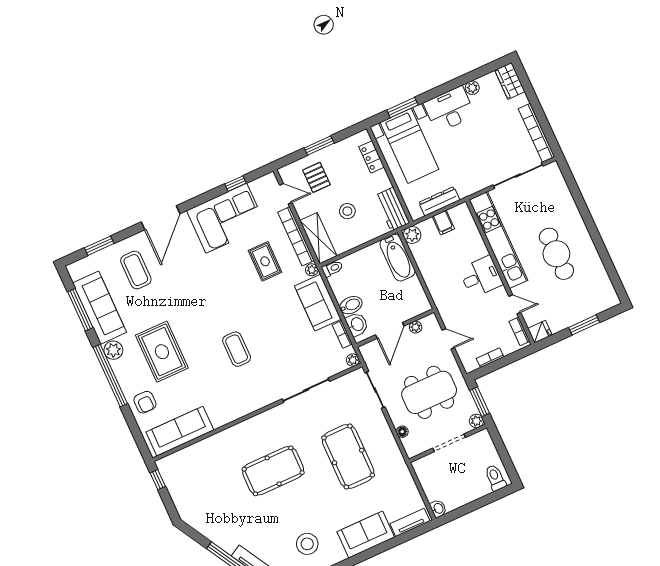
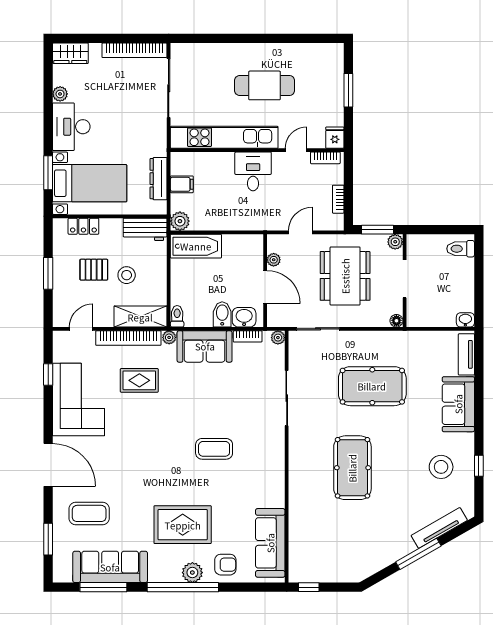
pallet: (316, 177) -> (94, 270), moved
plant: (113, 350) -> (192, 573), moved
floor lamp: (402, 432) -> (396, 321), moved

